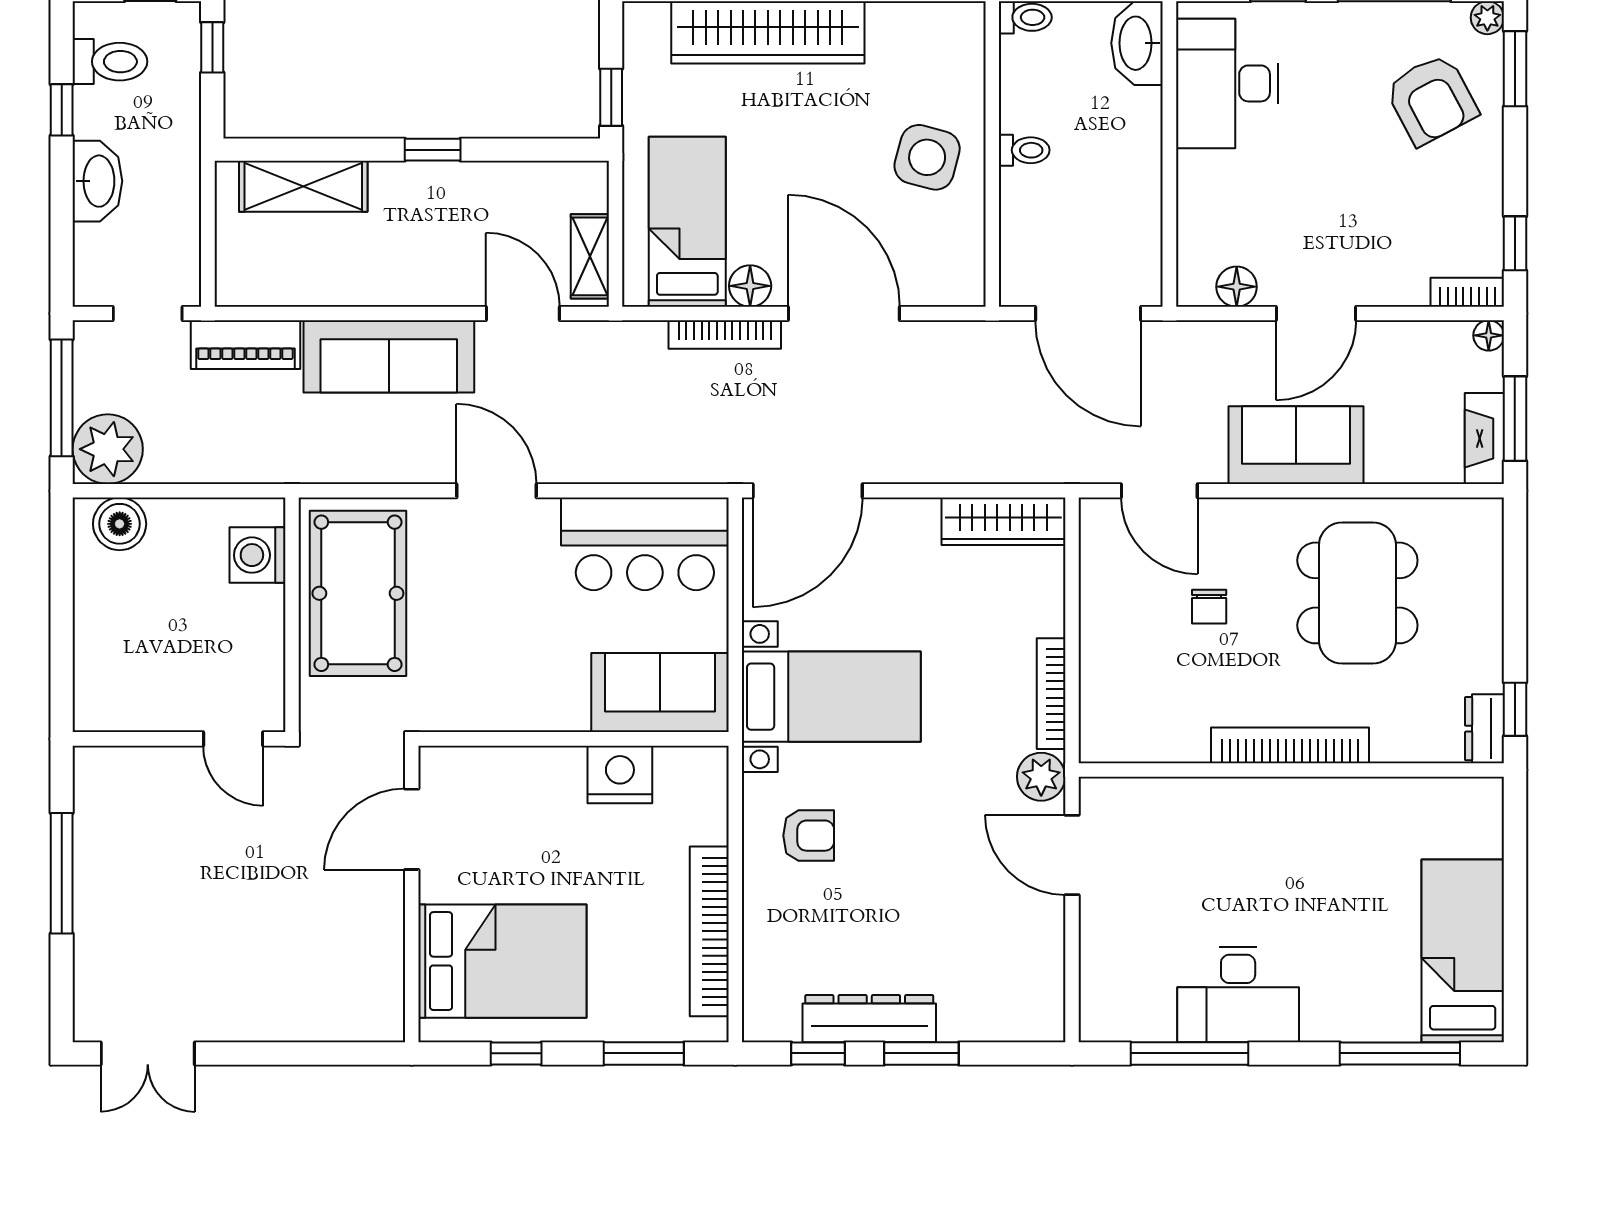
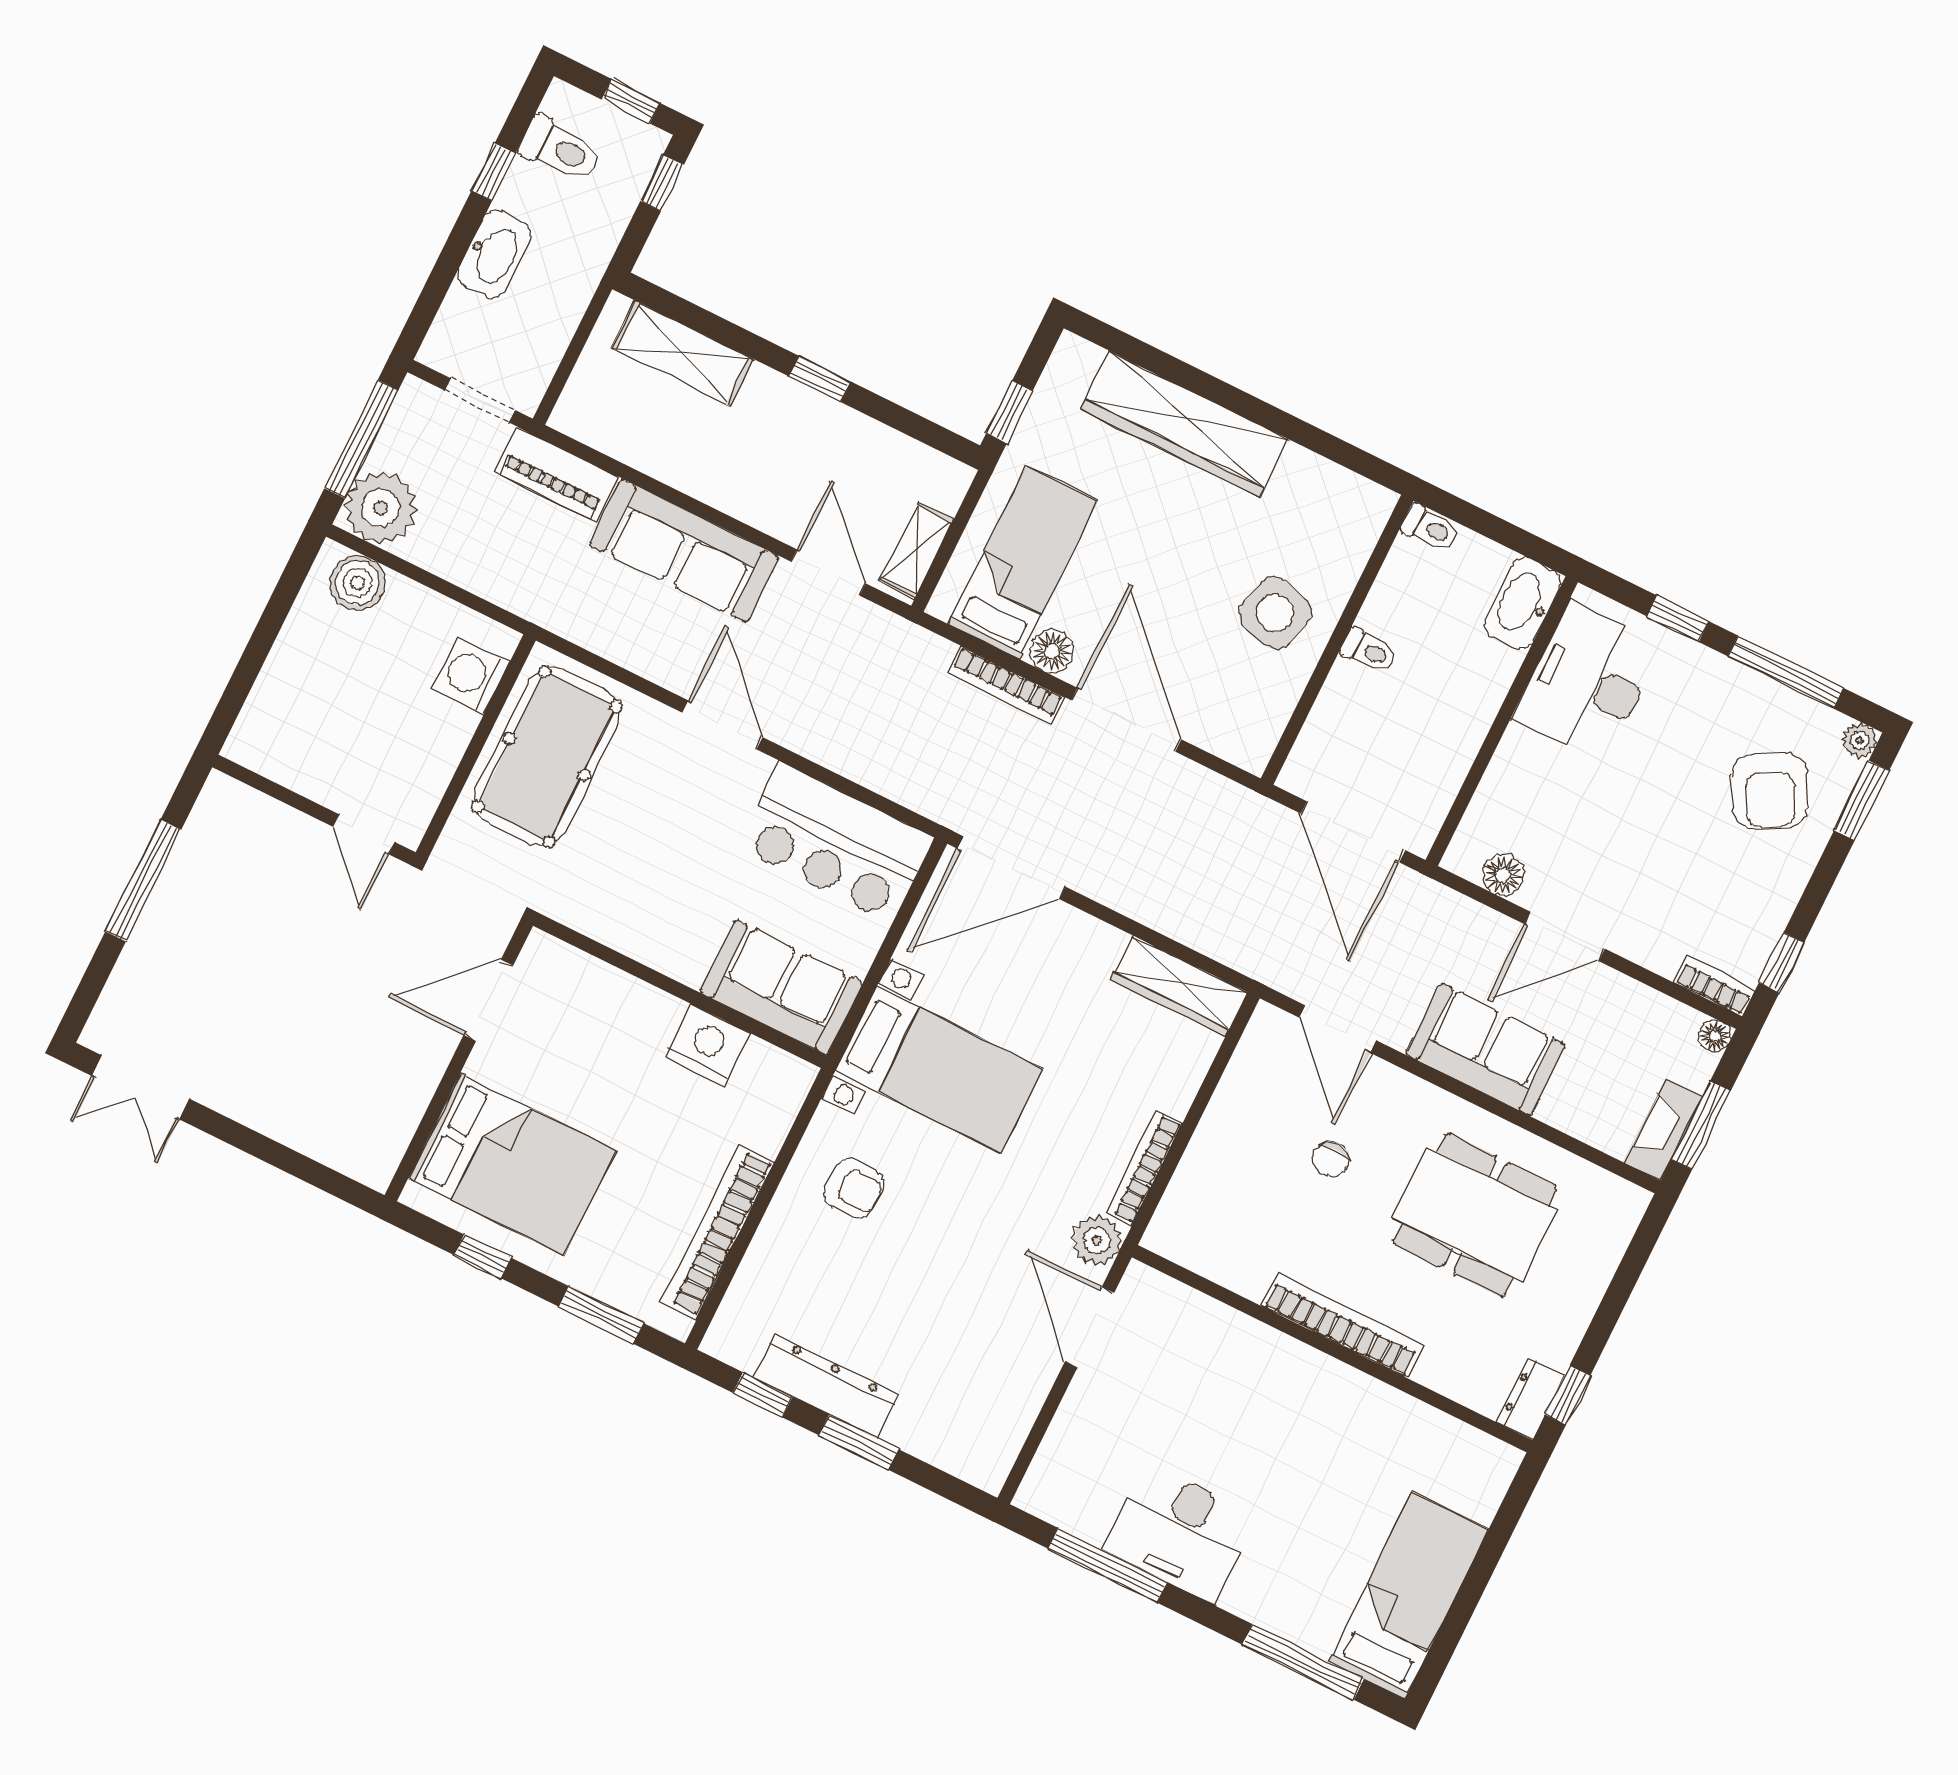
dining table: (1357, 593) -> (1475, 1215), turned 90

